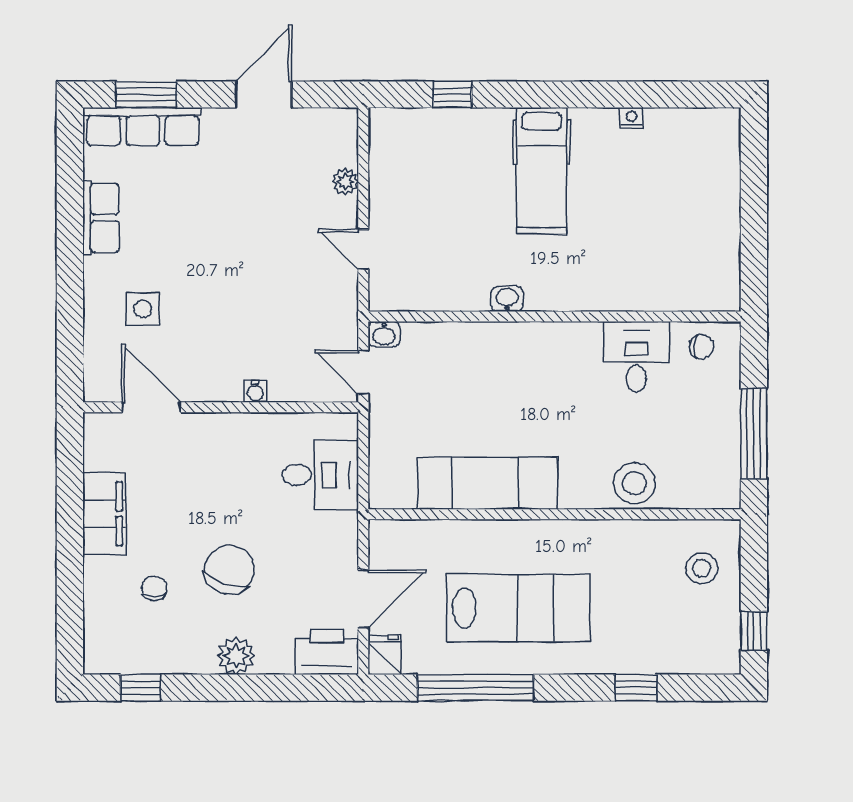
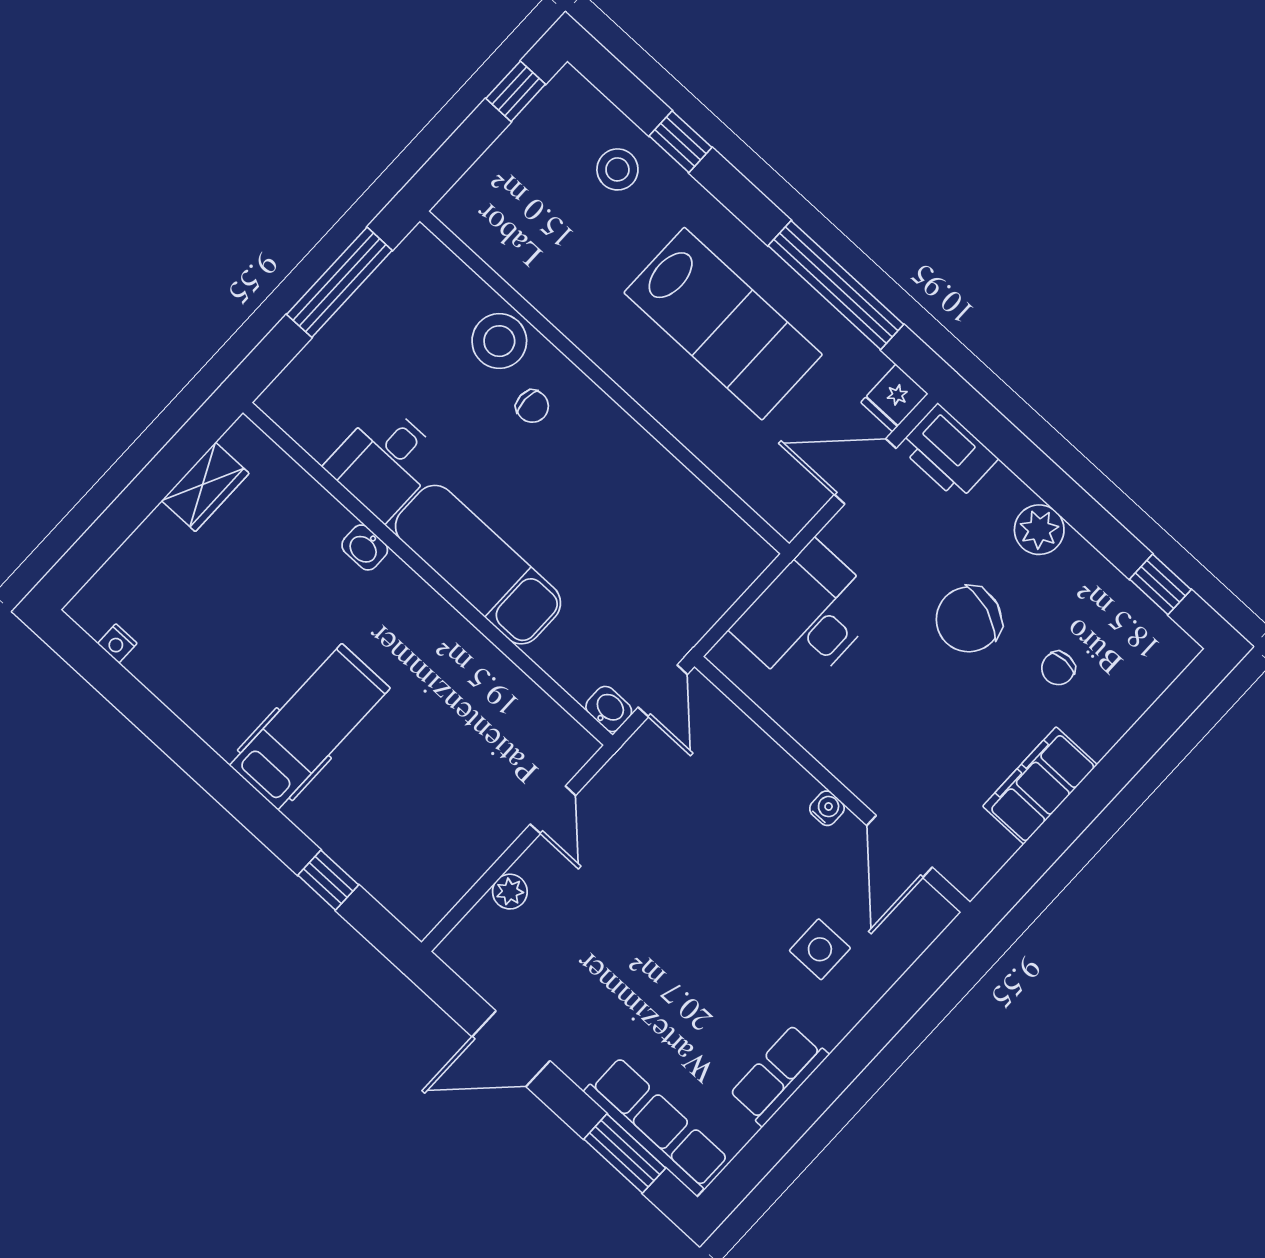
nightstand: (632, 118) -> (117, 643), moved
wardrobe: (723, 251) -> (205, 487), added
washbasin: (507, 299) -> (365, 547), moved
chair: (702, 347) -> (532, 406), moved, turned 180
water cooler: (255, 391) -> (827, 808), moved
desk: (320, 475) -> (808, 617), width x1.37
exam couch: (487, 483) -> (478, 565), moved, turned 180
stool: (702, 568) -> (617, 169), moved
lab bench: (519, 608) -> (723, 324), turned 180

